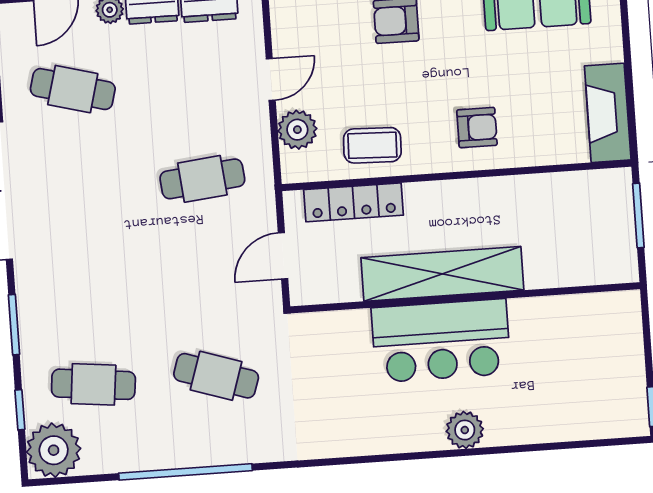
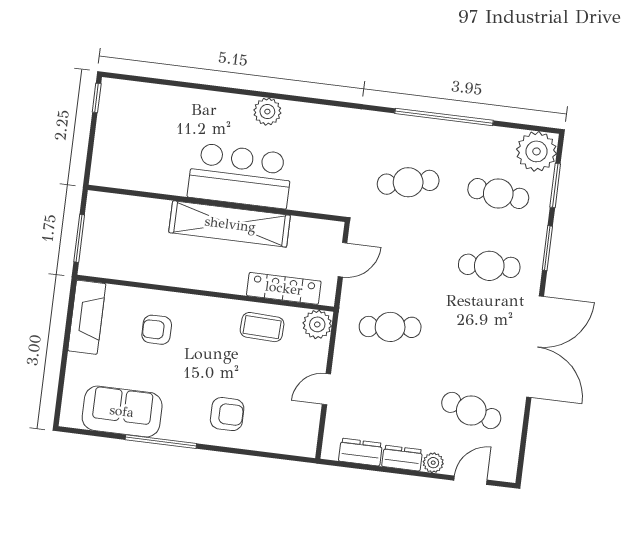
armchair: (477, 128) -> (157, 330), moved
plant: (297, 130) -> (317, 324), moved
cafe table: (87, 286) -> (489, 266), added
cafe table: (216, 376) -> (408, 182), turned -30
window: (20, 410) -> (555, 185), width x1.50
plant: (465, 430) -> (267, 112), moved

